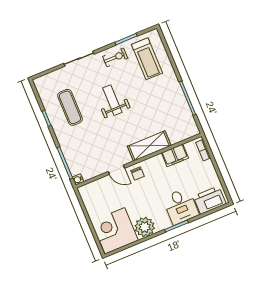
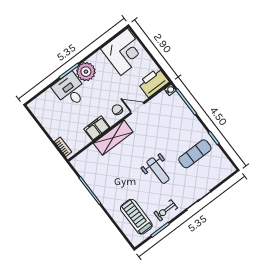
exercise mat: (70, 107) -> (195, 154), turned 90
filing cabinet: (175, 155) -> (97, 128), moved
printer: (210, 200) -> (153, 82), moved, turned 180
plant: (145, 227) -> (86, 72), moved

